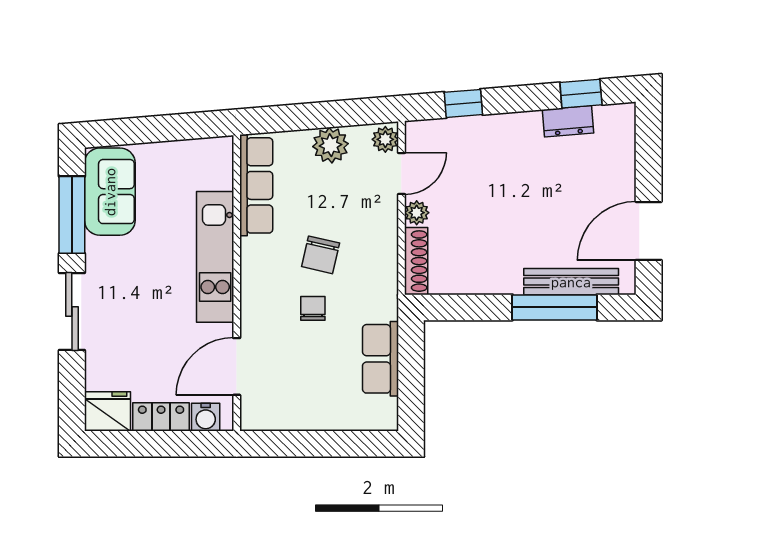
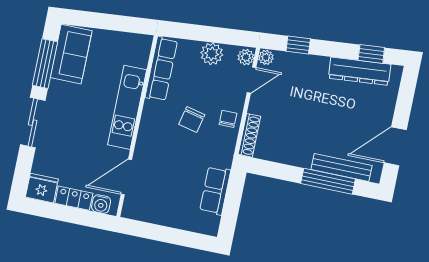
dresser: (568, 121) -> (360, 71), width x1.96, depth x1.24
plant: (417, 213) -> (266, 57), moved
chair: (313, 308) -> (228, 119), moved

